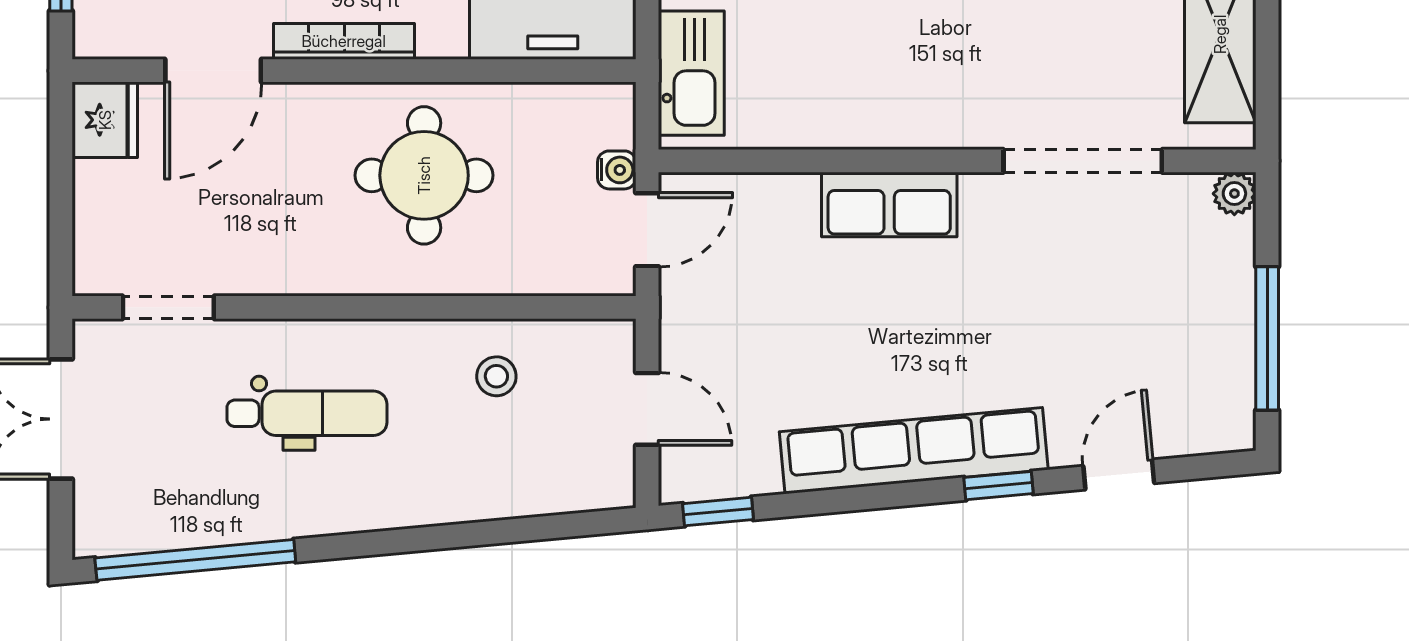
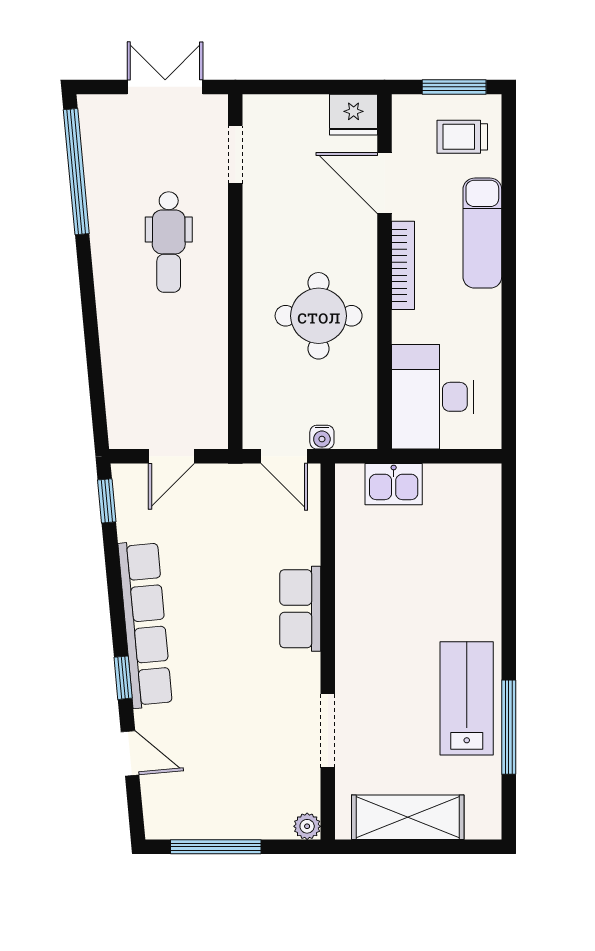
kitchen sink: (691, 73) -> (394, 484), width x0.73
doorway: (1083, 161) -> (328, 731), width x0.73
stool: (496, 376) -> (192, 361), removed

